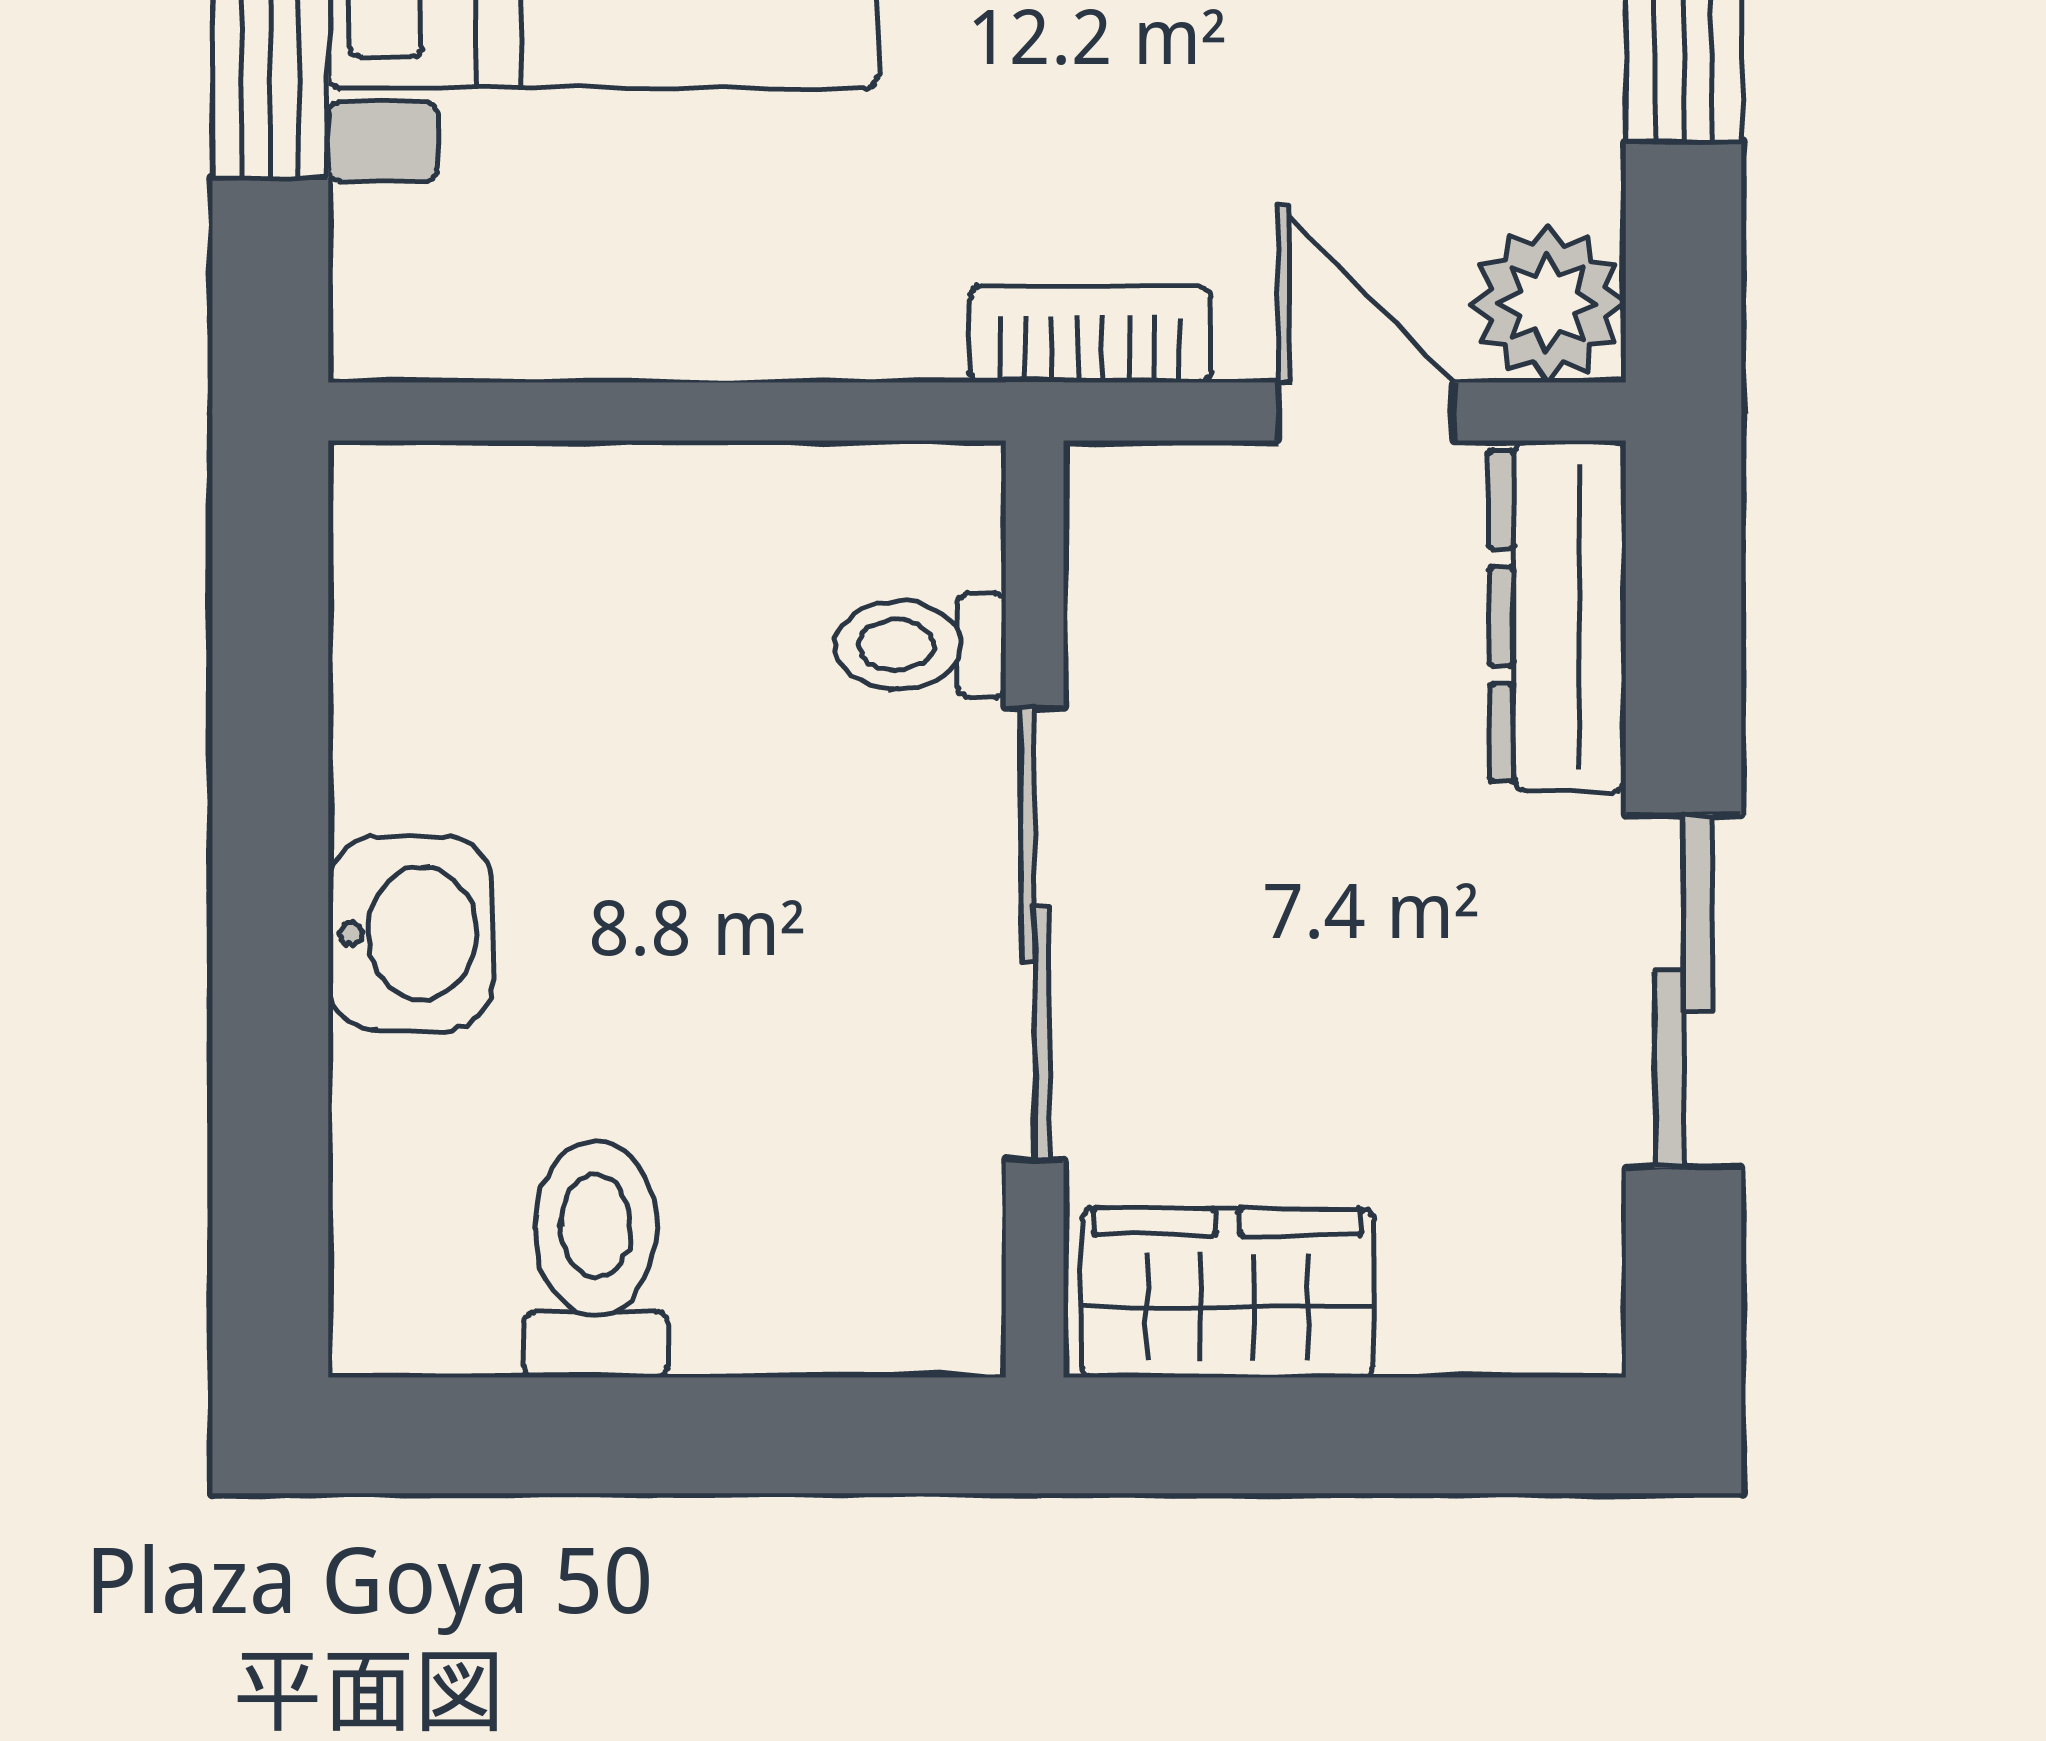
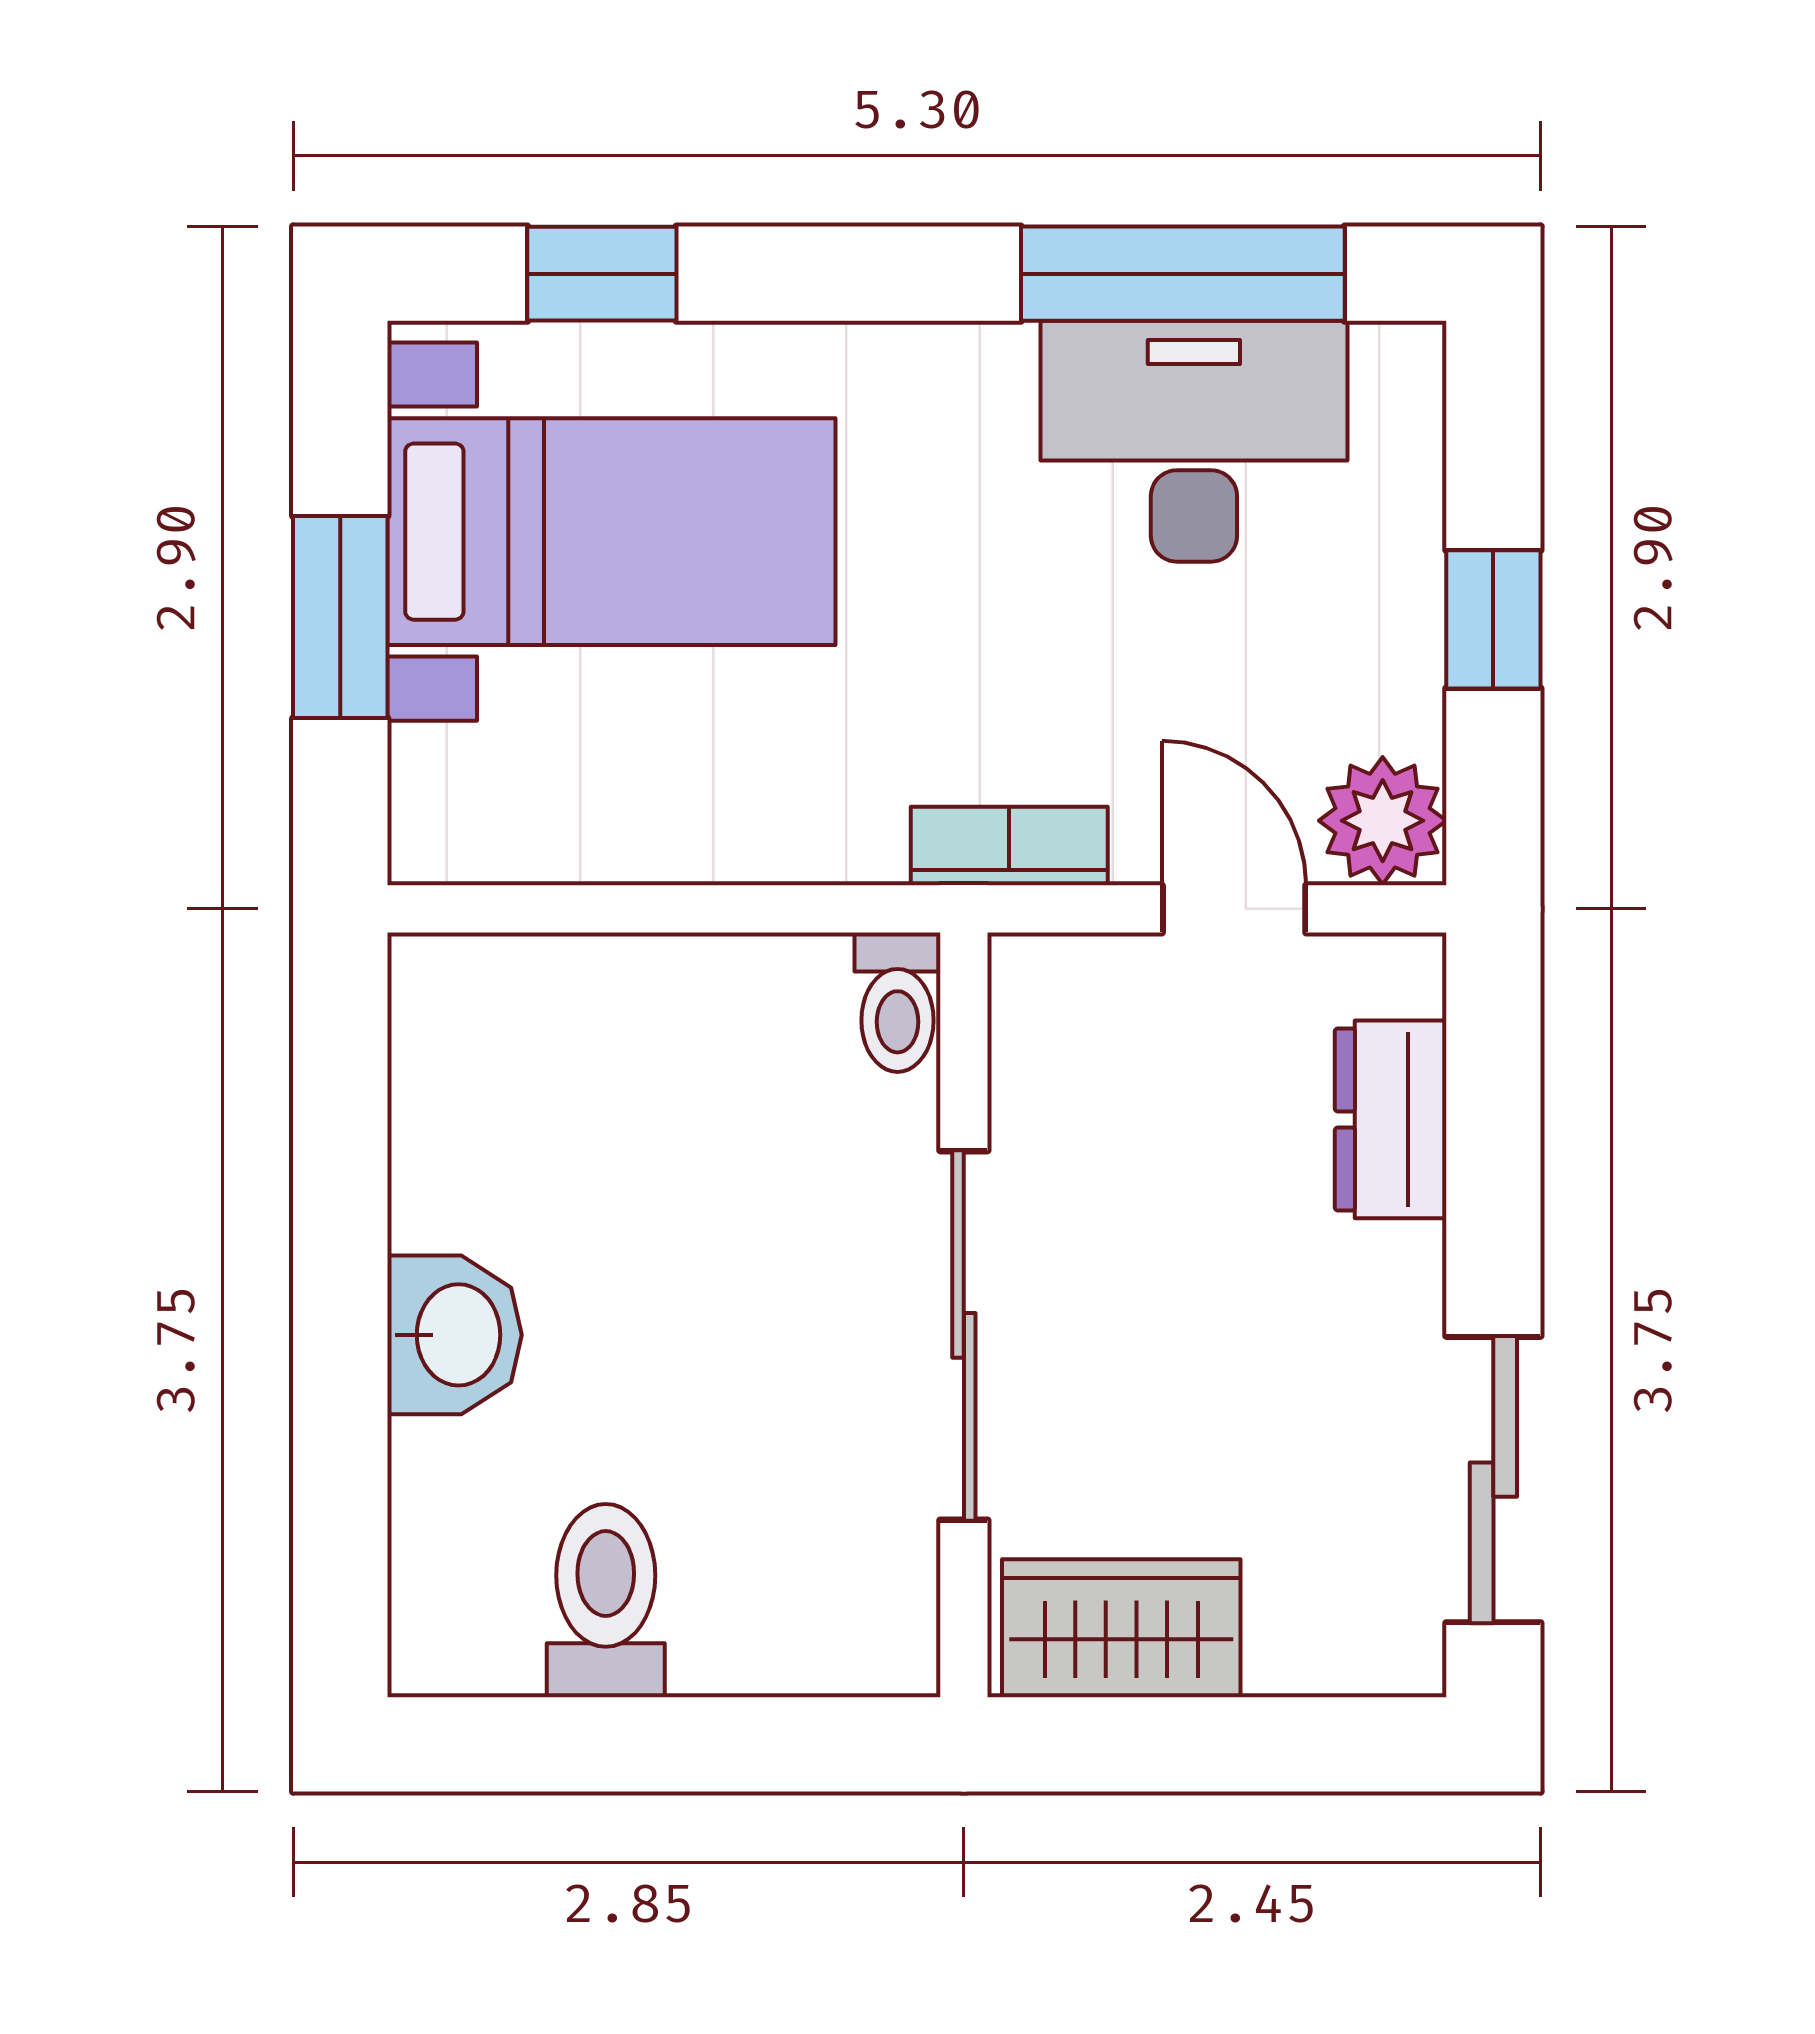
dresser: (1558, 616) -> (1391, 1119), width x0.70
toilet: (920, 645) -> (897, 1002), moved, turned -90
sliding door: (1684, 991) -> (1493, 1480), moved

